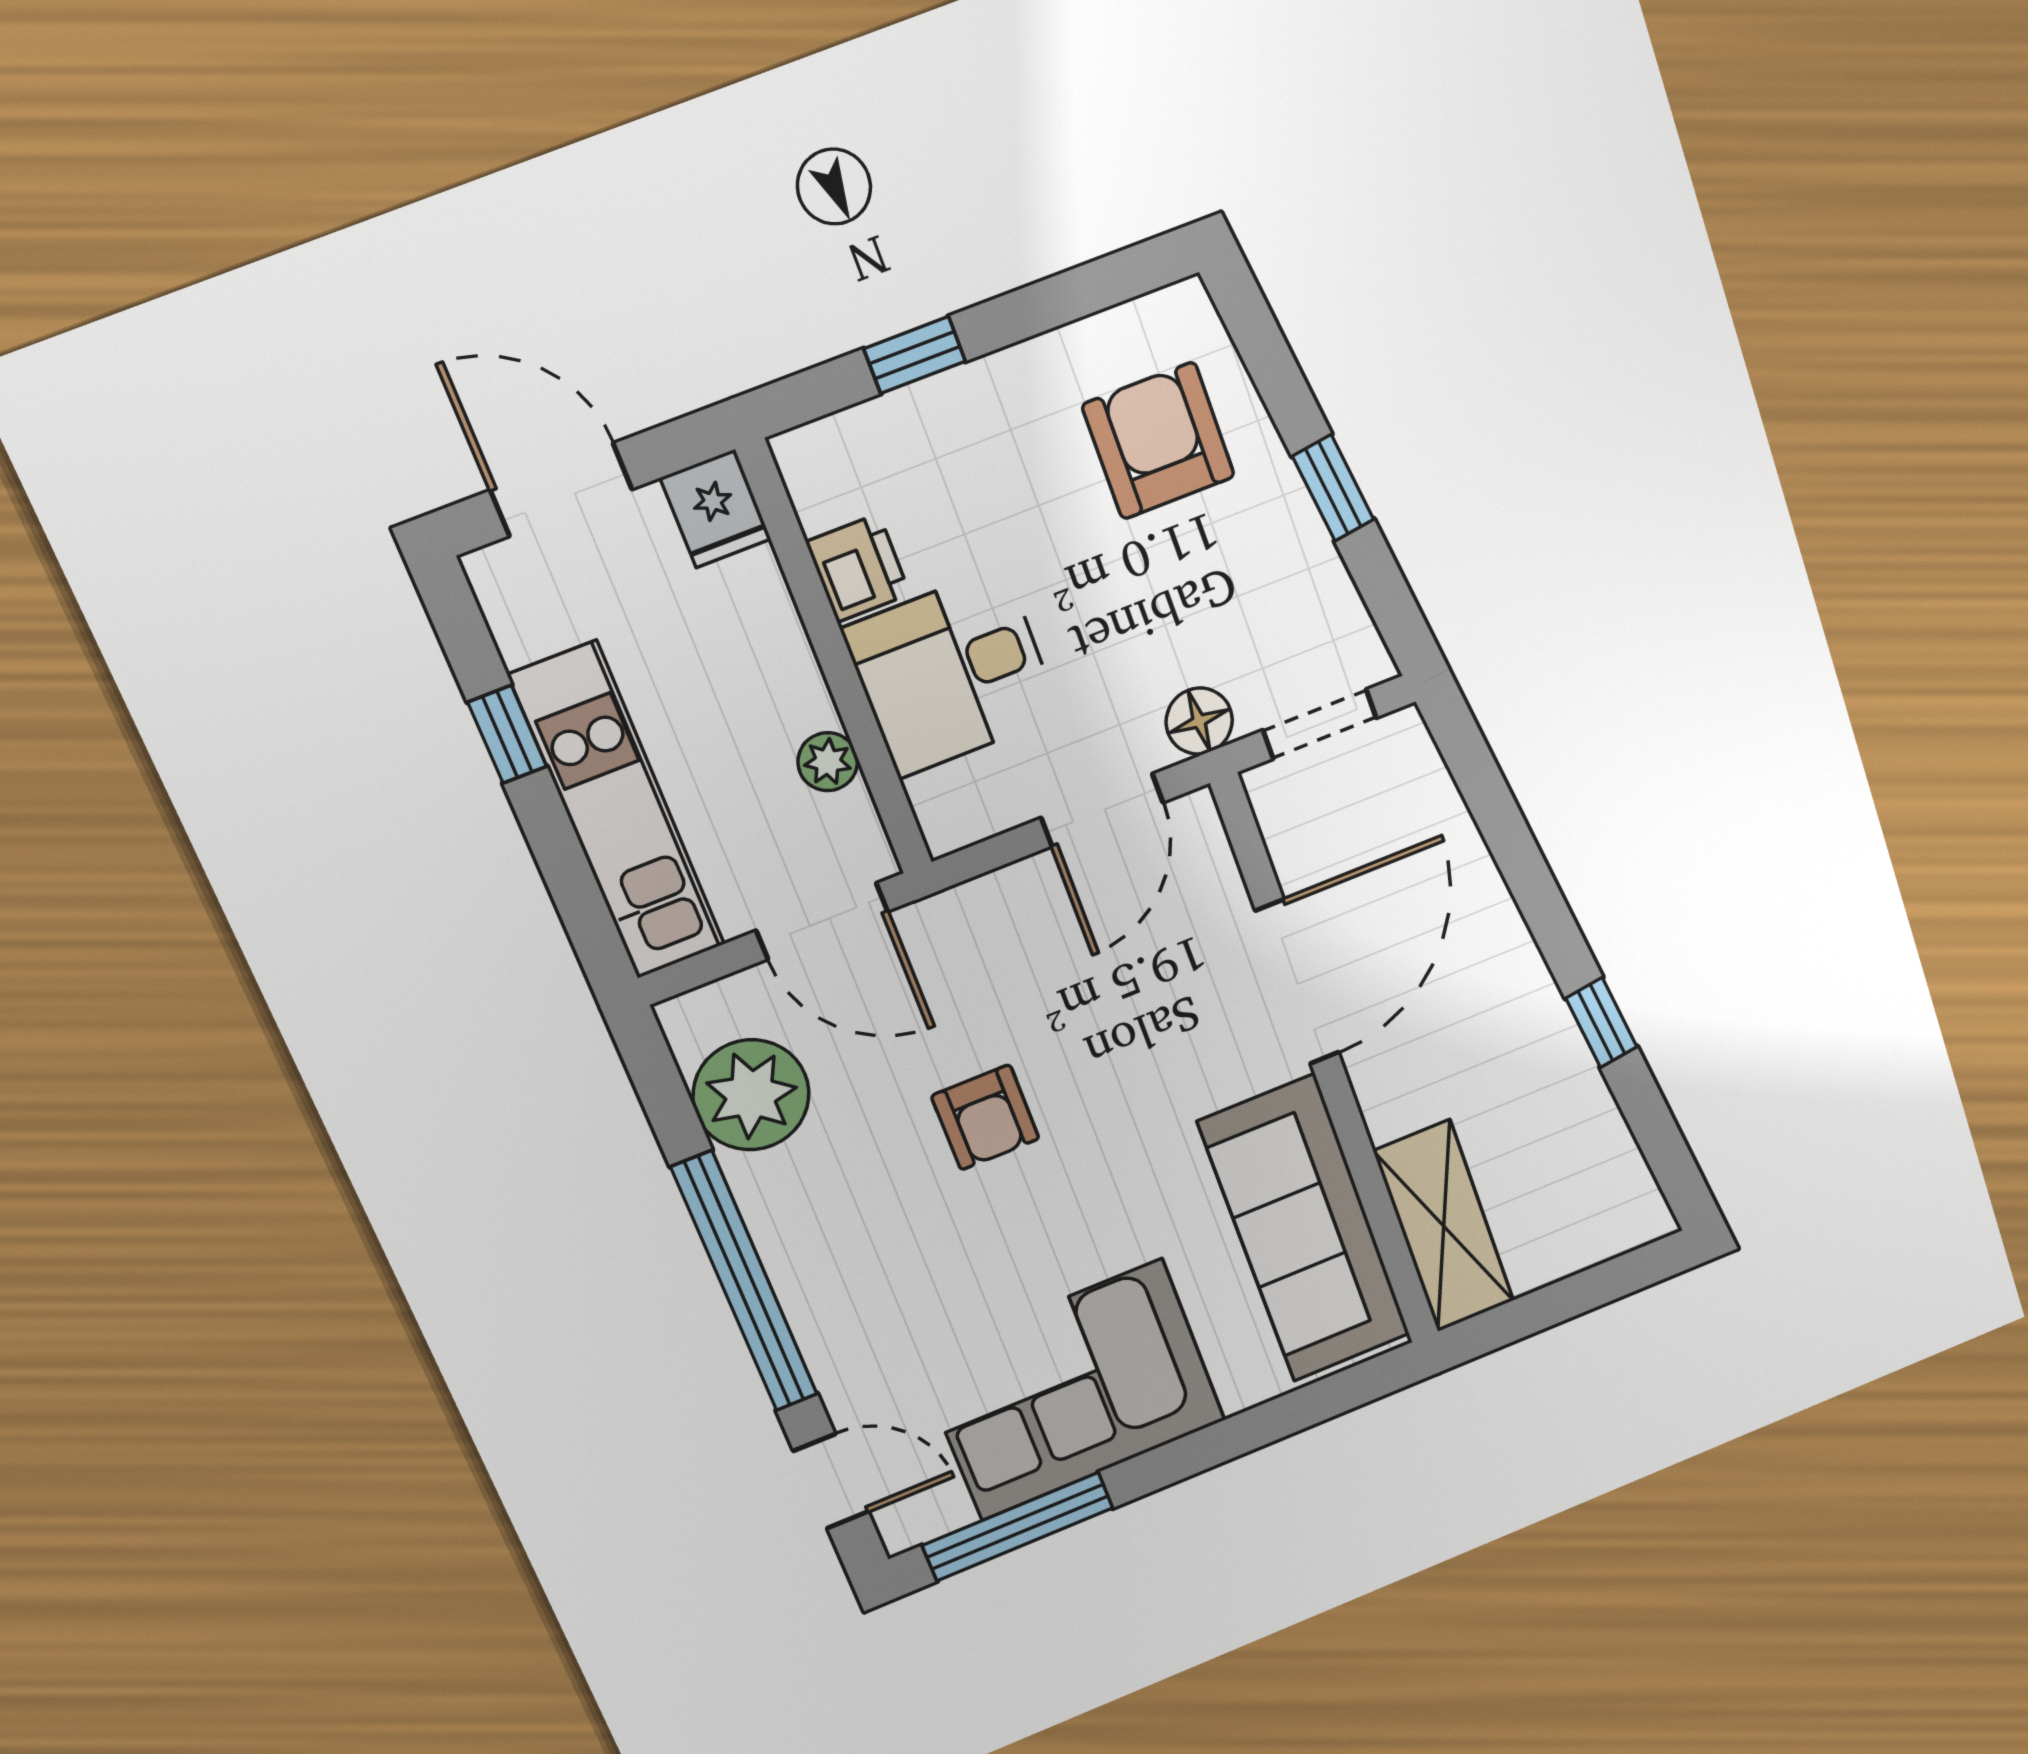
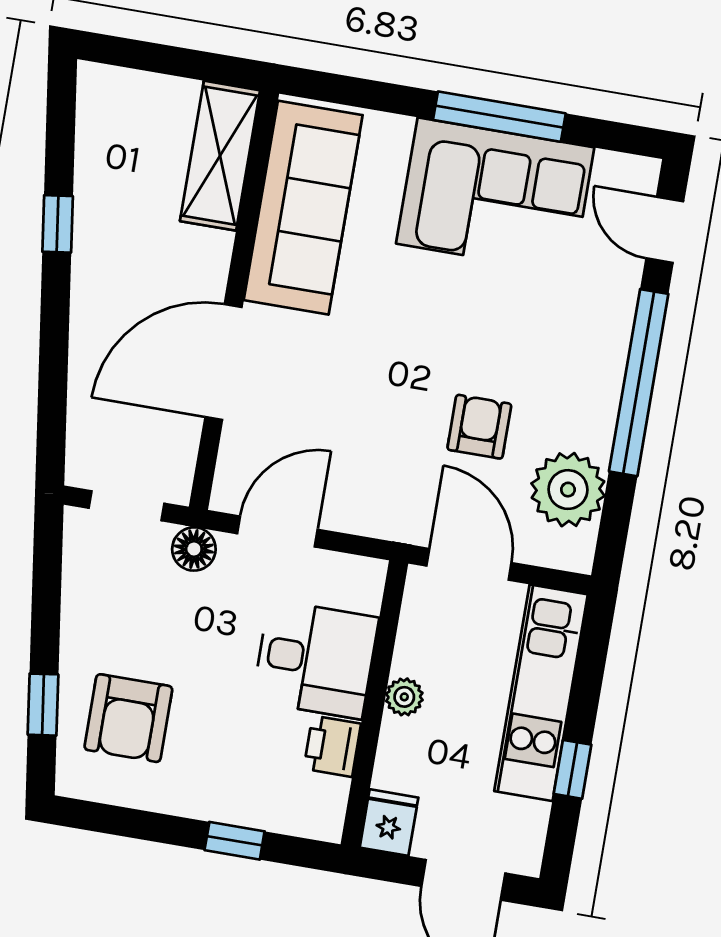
window: (1333, 488) -> (43, 705), moved
plant: (828, 762) -> (404, 697), moved
armchair: (985, 1117) -> (479, 427), moved
window: (1018, 1527) -> (499, 117), moved

